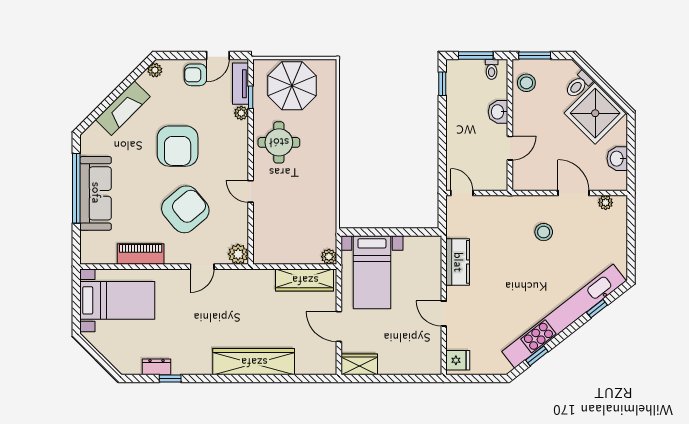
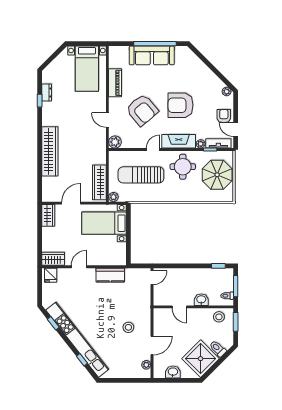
fireplace: (123, 108) -> (179, 141), moved, turned 135
sun lounger: (292, 211) -> (141, 175), added
wardrobe: (431, 356) -> (53, 259), added

